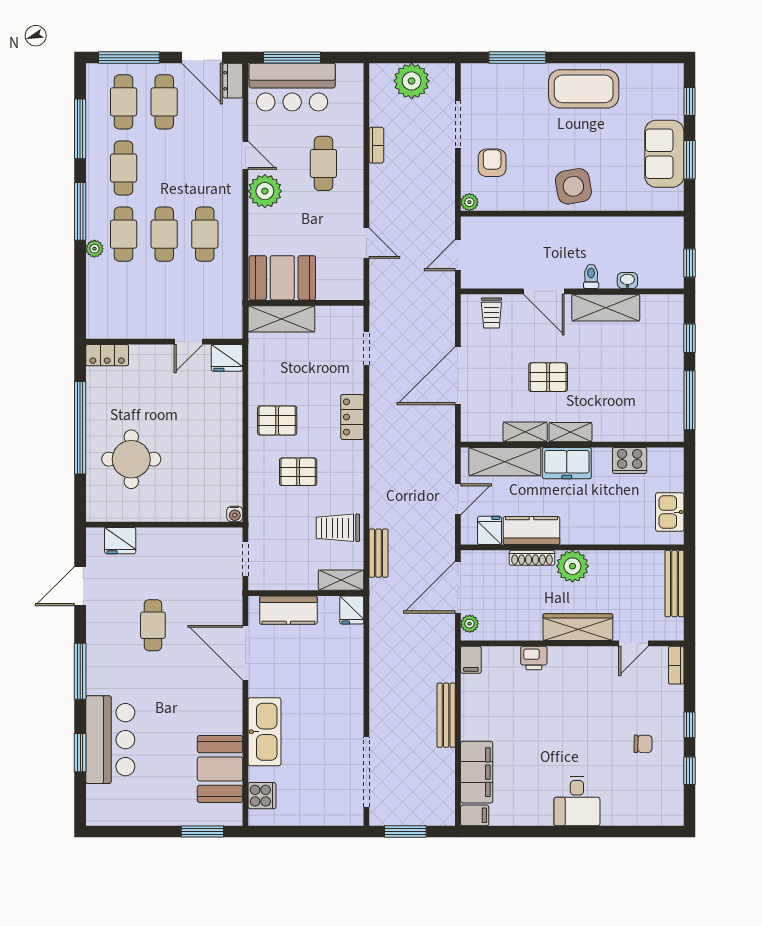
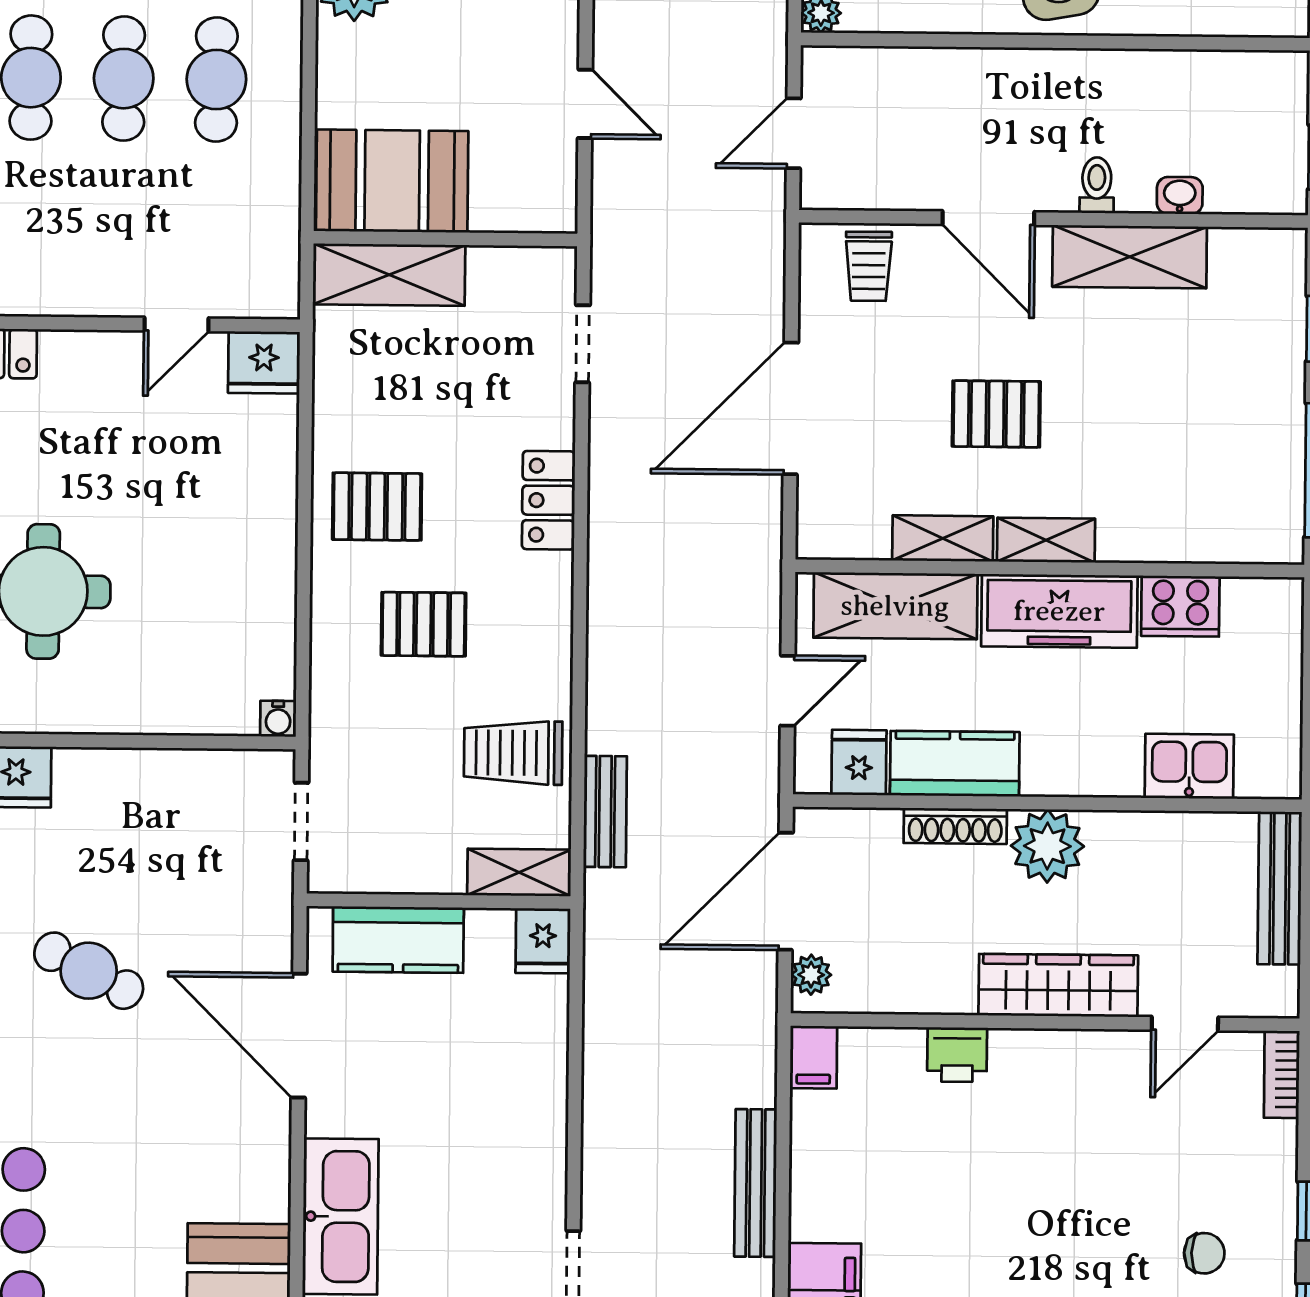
freezer: (567, 463) -> (1059, 611), width x1.40
kitchen sink: (670, 512) -> (1189, 766), moved, turned 90
cafe table: (153, 625) -> (89, 971), turned -63

